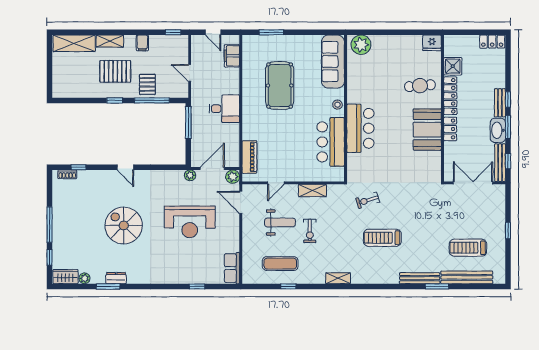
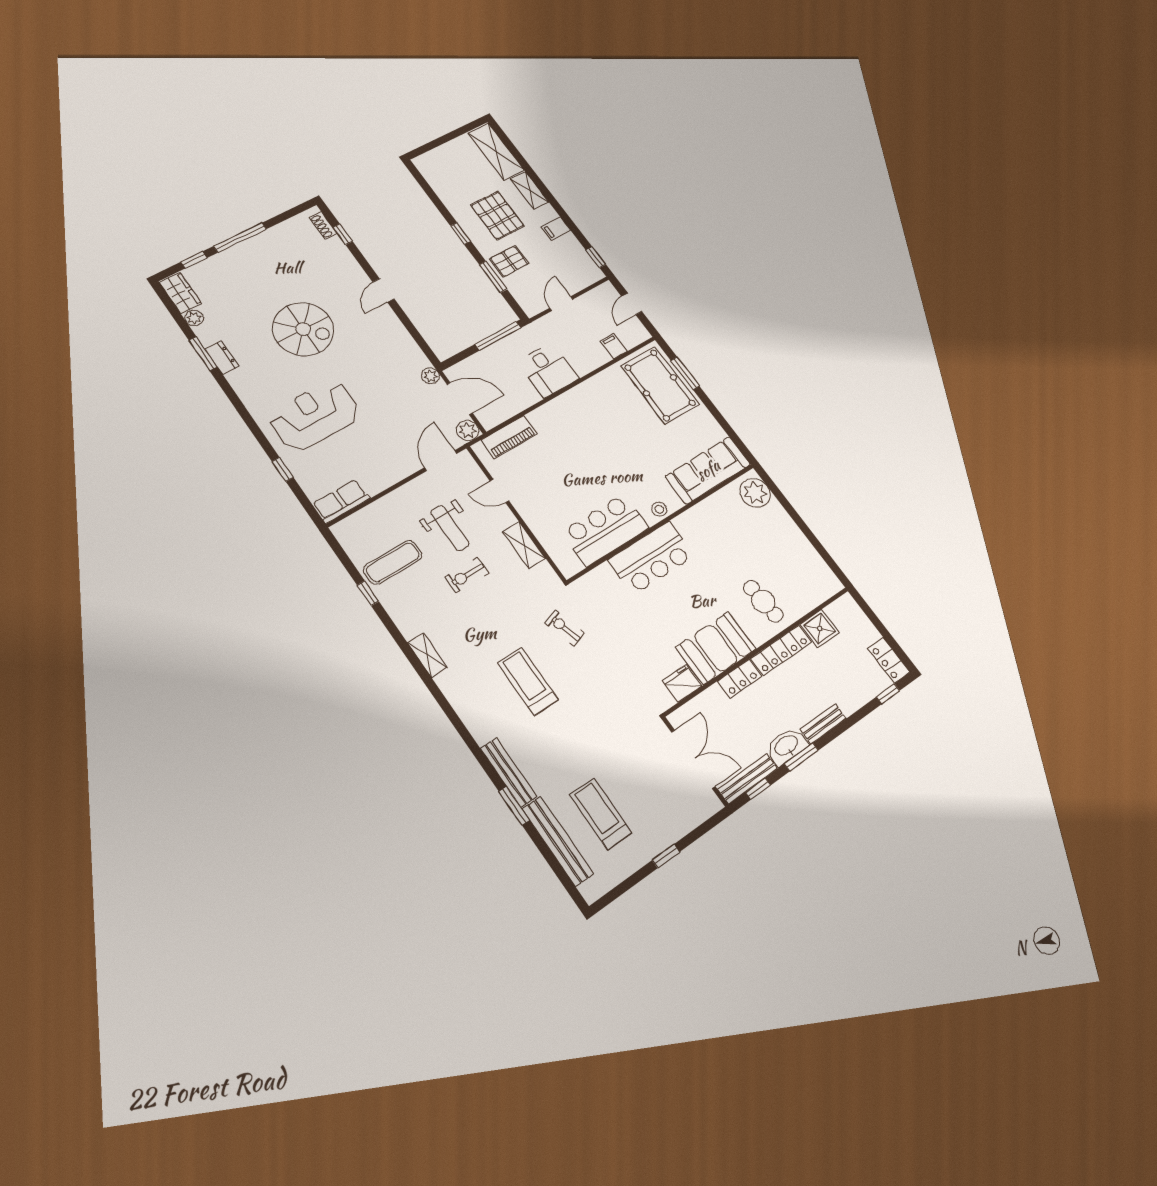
fridge: (432, 43) -> (682, 683), moved, turned 90
filing cabinet: (232, 56) -> (614, 346), width x0.50
pool table: (280, 86) -> (660, 385), moved, turned 90
window: (152, 100) -> (493, 277), width x0.69
window: (508, 100) -> (888, 694), moved
reception desk: (190, 222) -> (315, 416), moved, turned 90
spiral stairs: (124, 225) -> (303, 329), turned 90
exercise mat: (280, 264) -> (393, 562), turned 90

